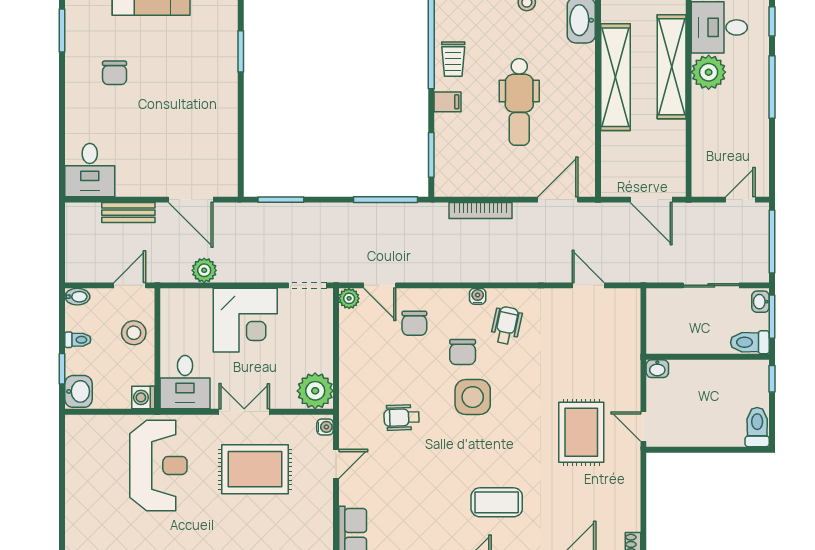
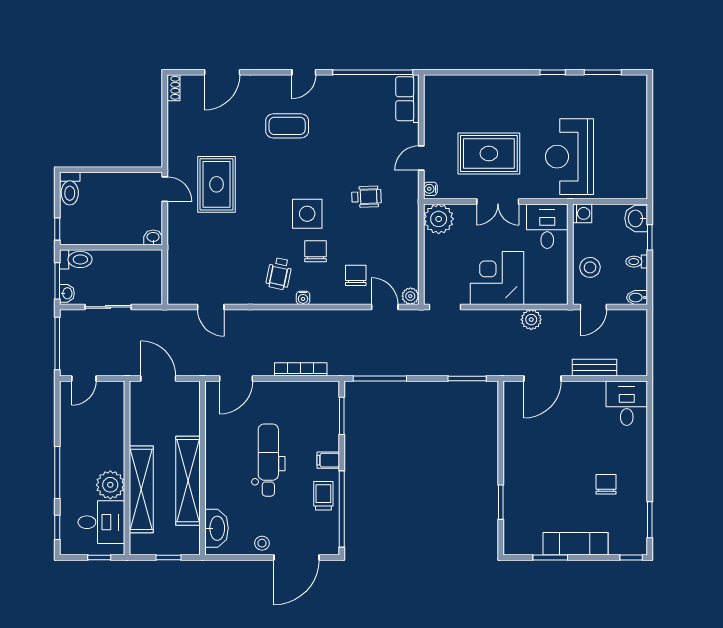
door: (191, 200) -> (542, 378), swing flipped

